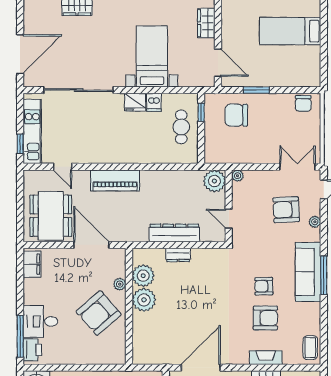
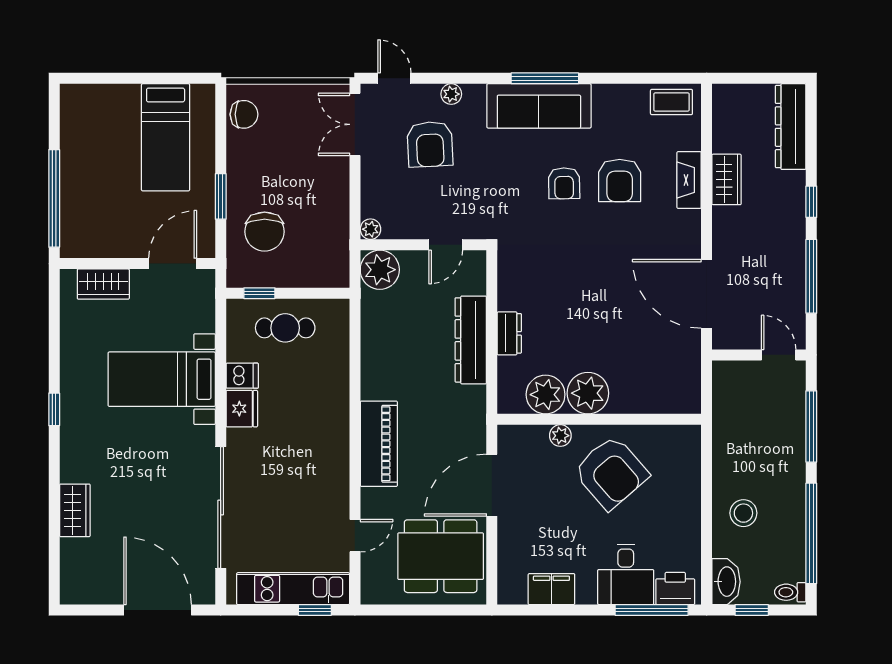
bed: (290, 31) -> (166, 137), moved
filing cabinet: (32, 264) -> (551, 589), moved
armchair: (265, 318) -> (620, 180), turned 180

